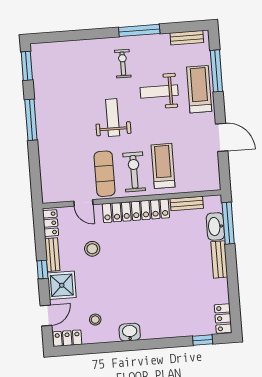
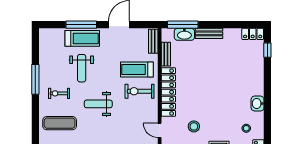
bench: (187, 38) -> (153, 41), moved
window: (216, 71) -> (81, 25), moved
treadmill: (199, 89) -> (82, 38), turned 180
exercise mat: (105, 174) -> (60, 123), moved
door: (83, 203) -> (160, 130), swing flipped

